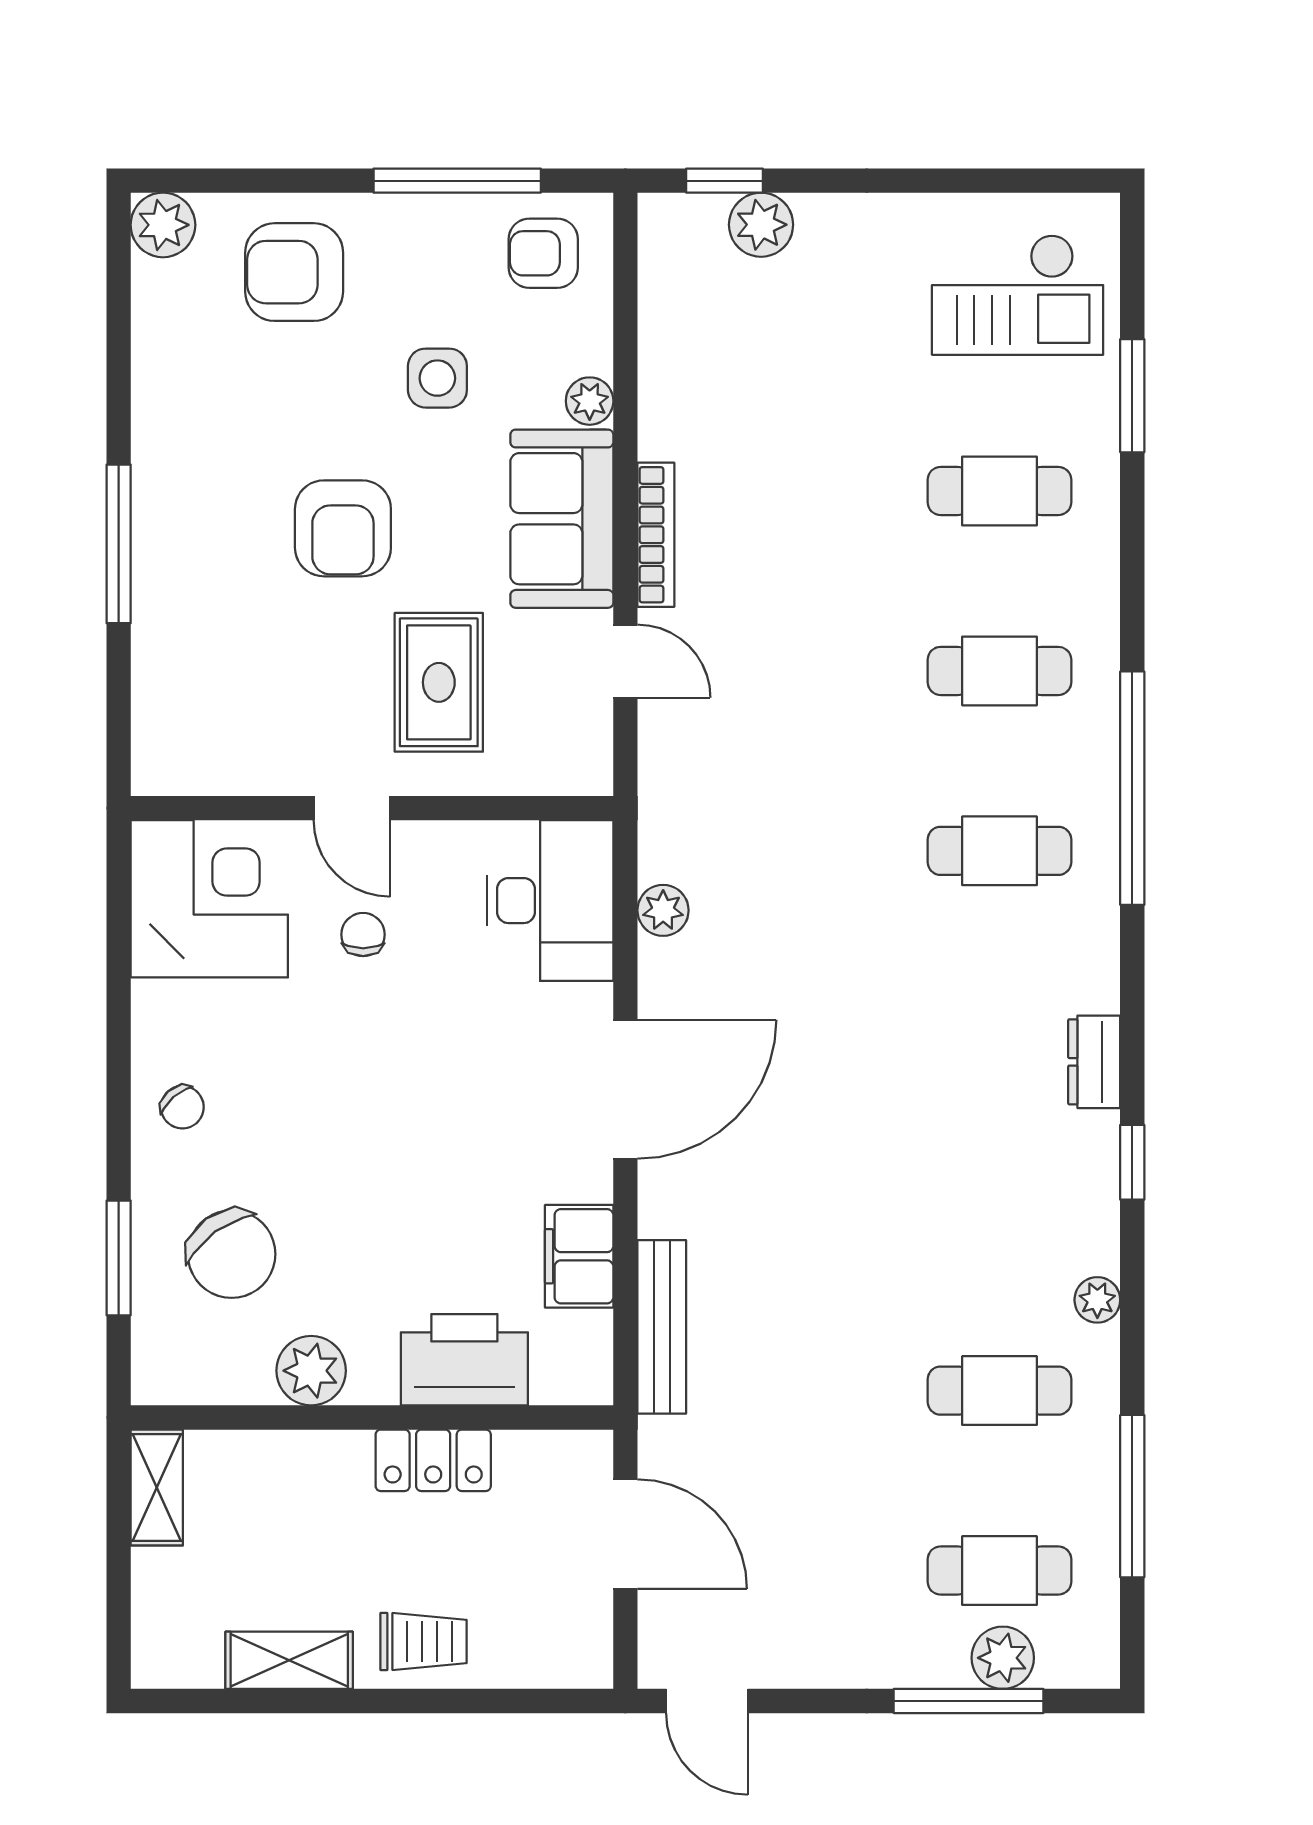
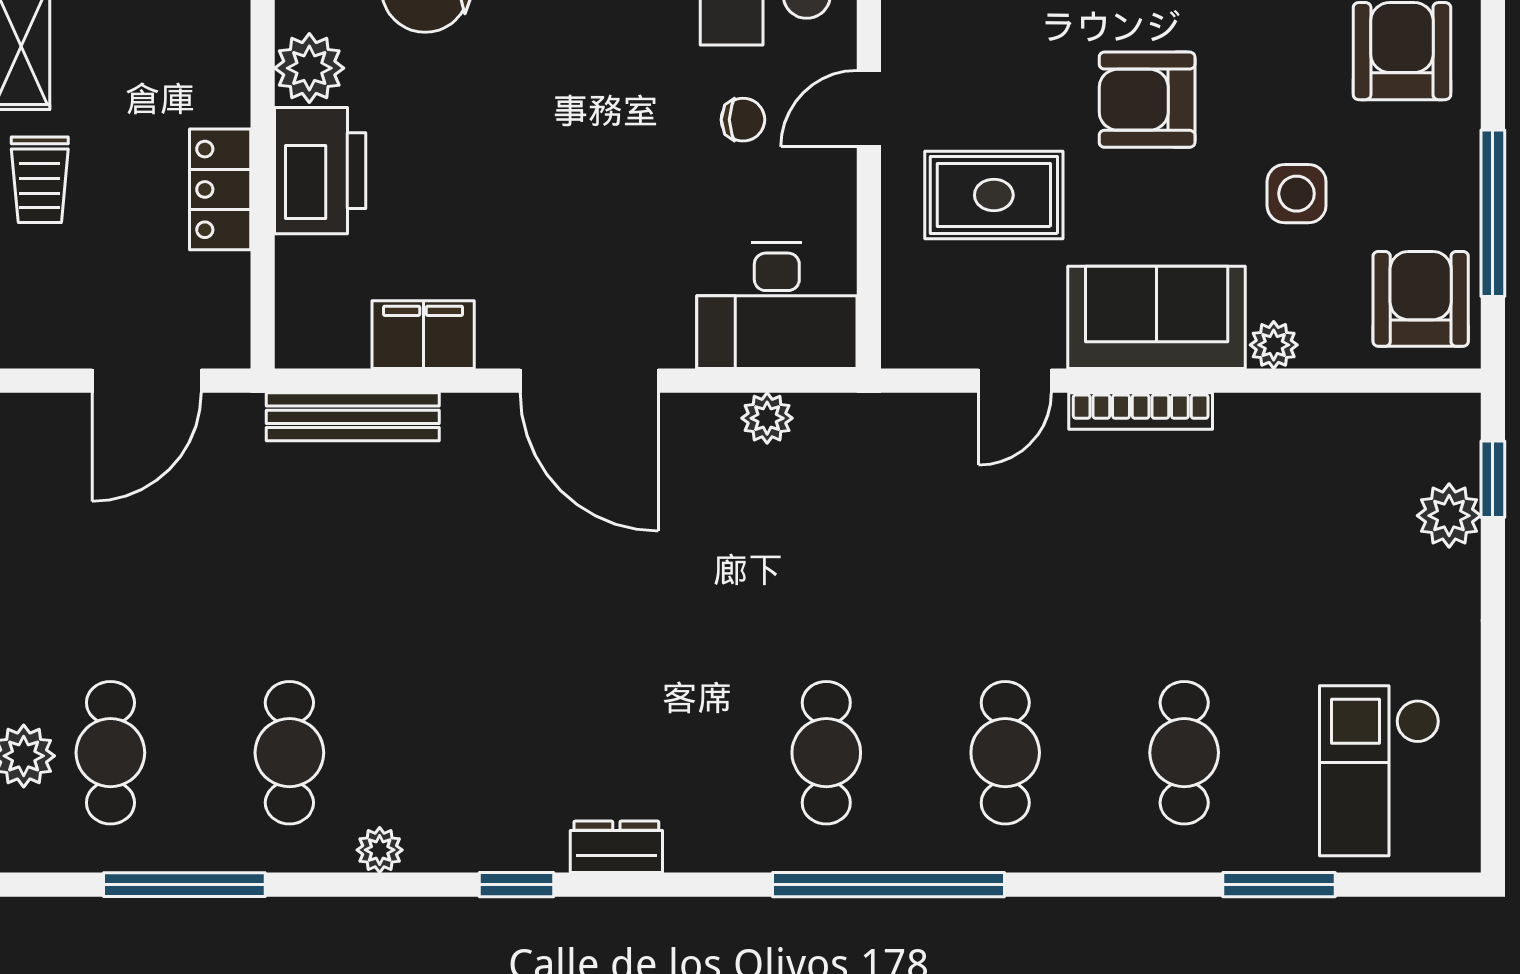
armchair: (543, 253) -> (1421, 299), width x1.38, depth x1.38
printer: (464, 1360) -> (320, 171), moved

